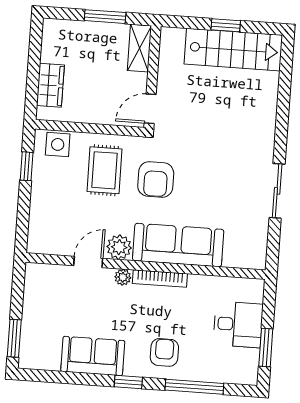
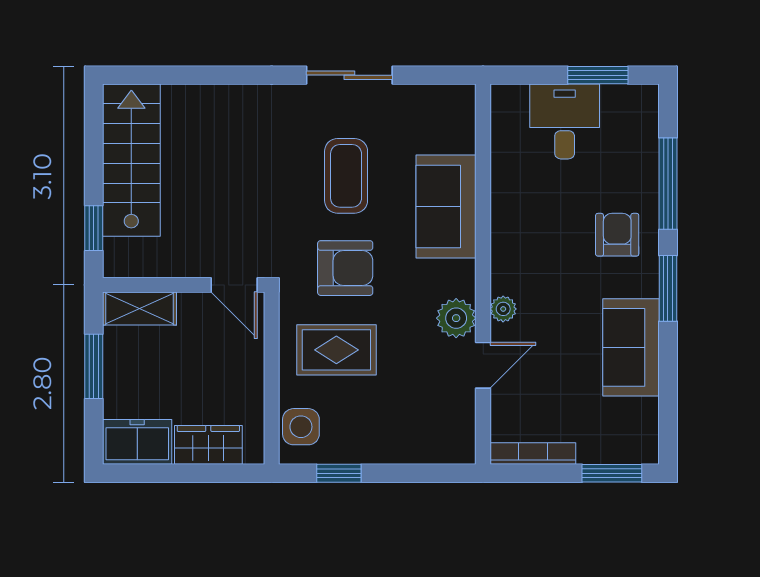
window: (226, 25) -> (94, 228), moved
freezer: (55, 41) -> (137, 442), added
coffee table: (214, 184) -> (346, 176), added
sofa: (178, 245) -> (446, 207), width x0.73
door: (88, 262) -> (483, 365), swing flipped
bookcase: (160, 279) -> (533, 453), moved, turned -90
armchair: (164, 352) -> (617, 235), turned 90
window: (128, 382) -> (668, 288), width x1.50

